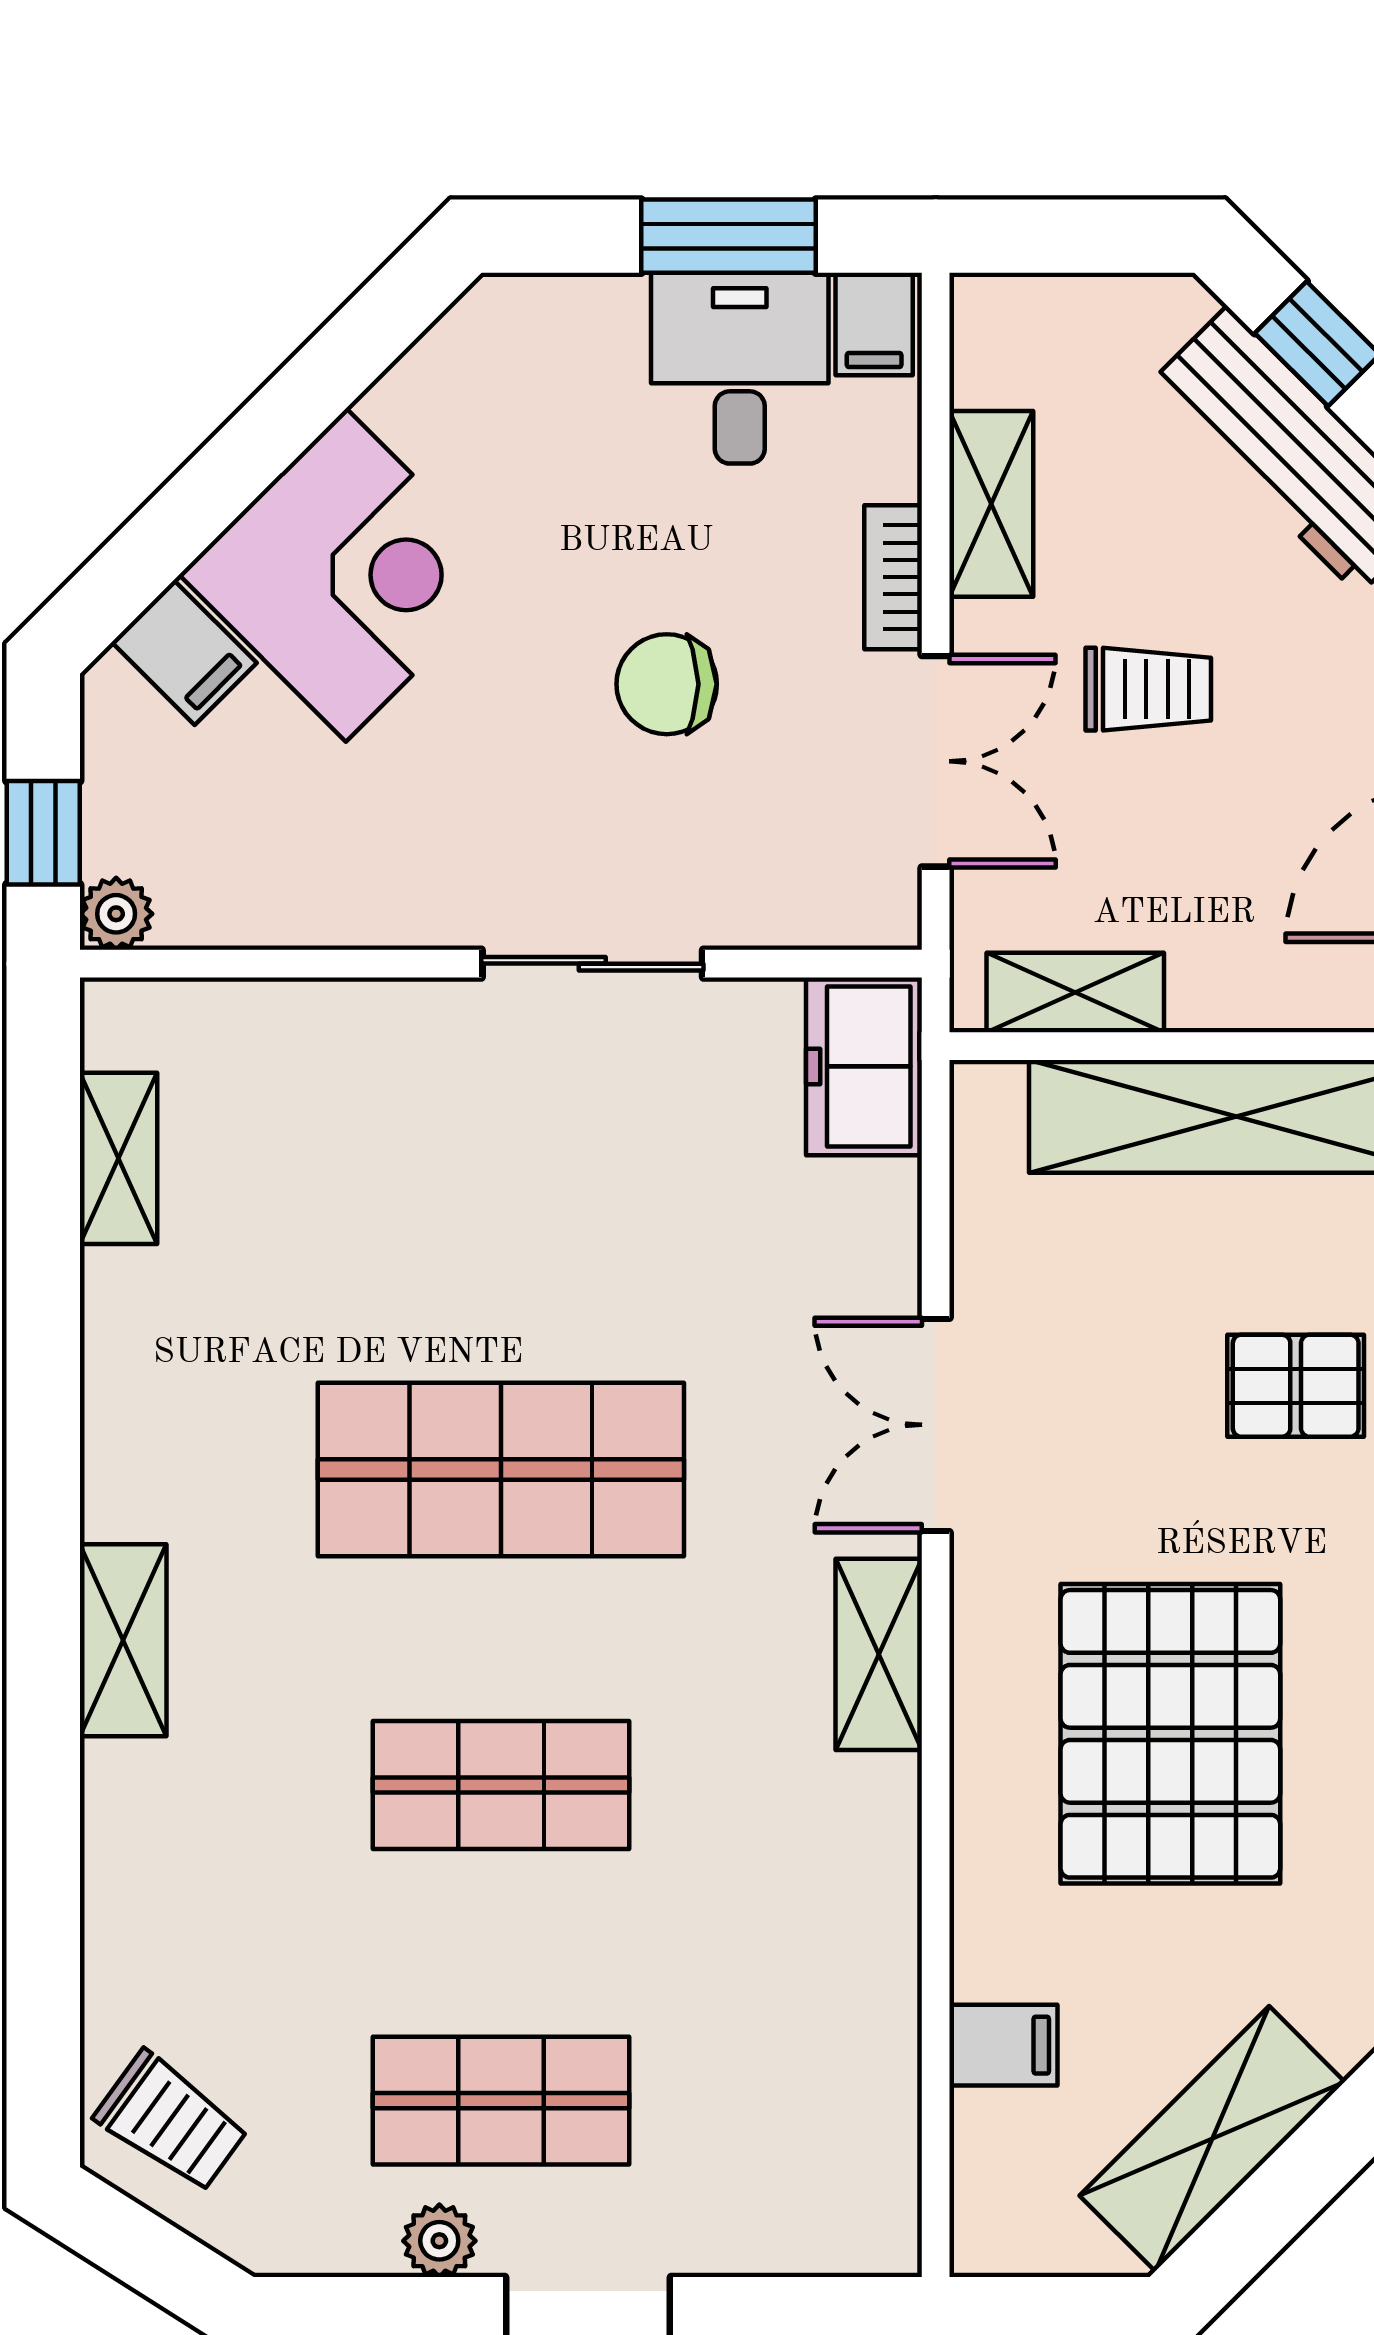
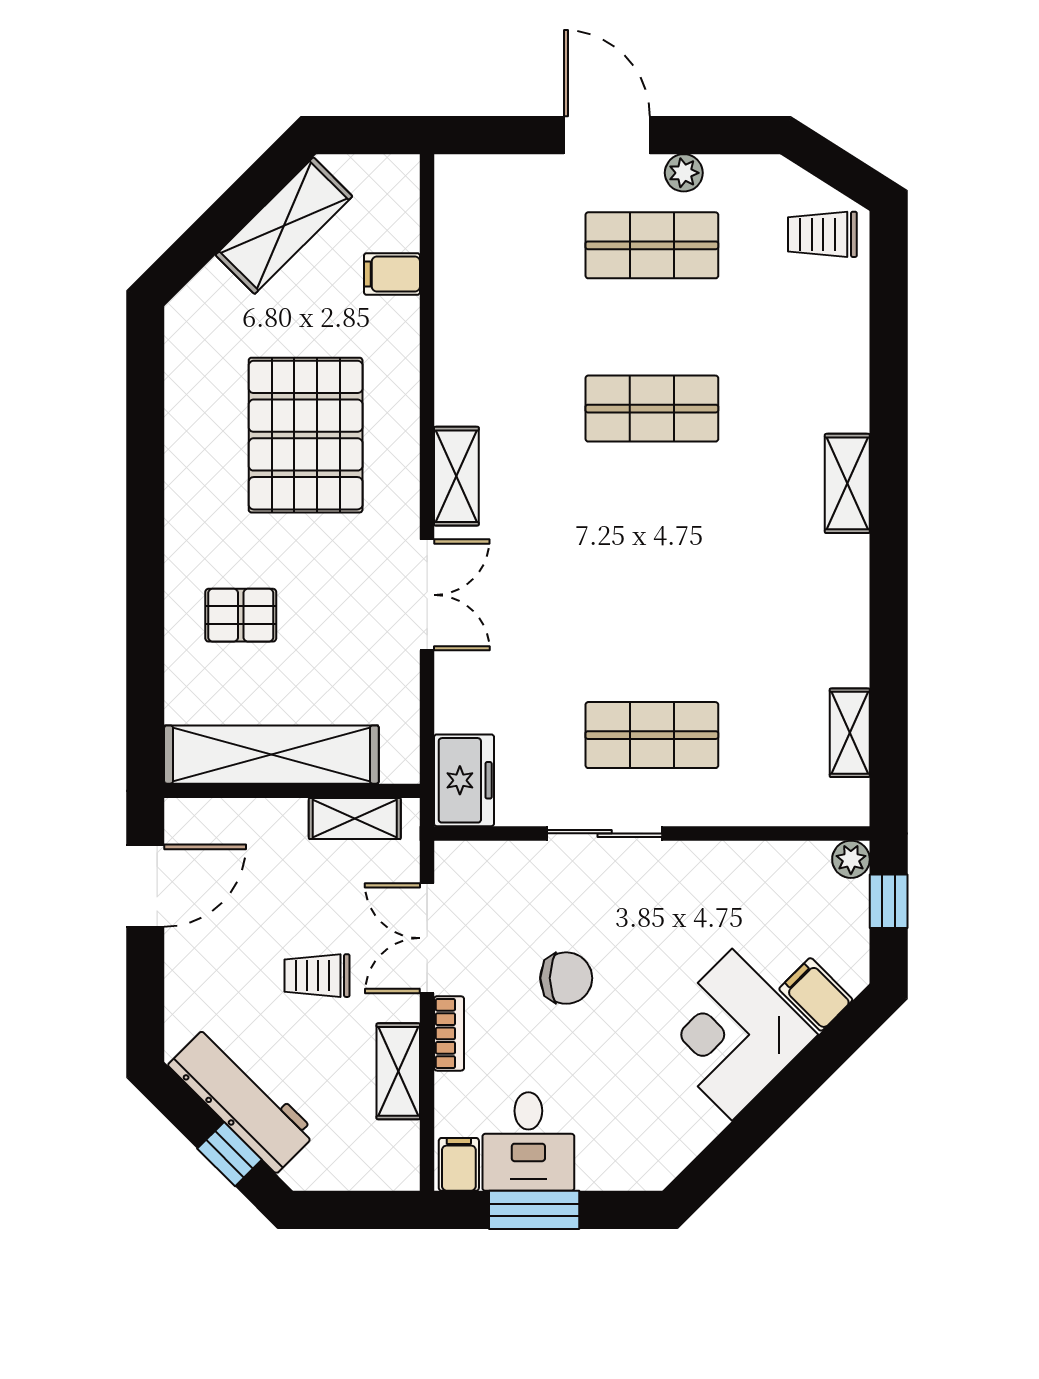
shop shelf: (501, 1469) -> (652, 735), moved, width x0.70, depth x0.74
trolley: (171, 2122) -> (822, 234), turned -36

